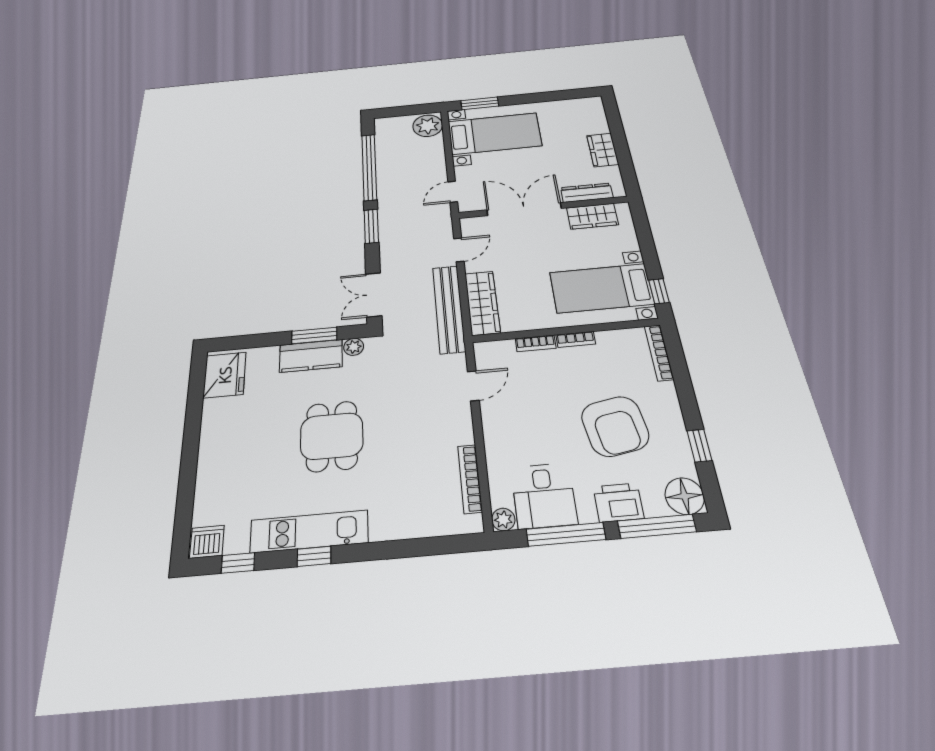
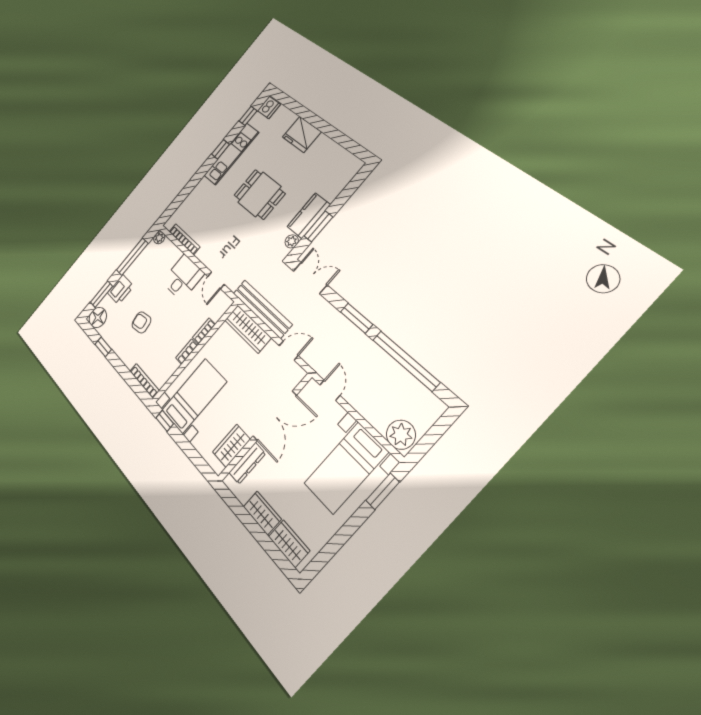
wardrobe: (594, 118) -> (289, 544), added
door: (459, 250) -> (289, 351), swing flipped
fridge: (225, 375) -> (302, 134), moved
armchair: (615, 426) -> (141, 322), width x0.53, depth x0.53
desk: (544, 496) -> (183, 278), moved, turned 90
window: (657, 526) -> (101, 294), width x0.69

